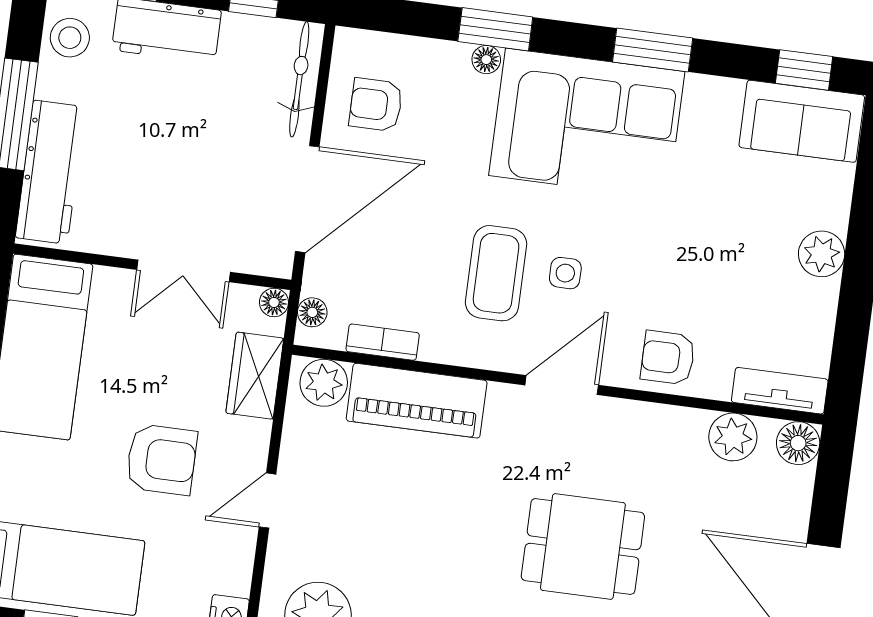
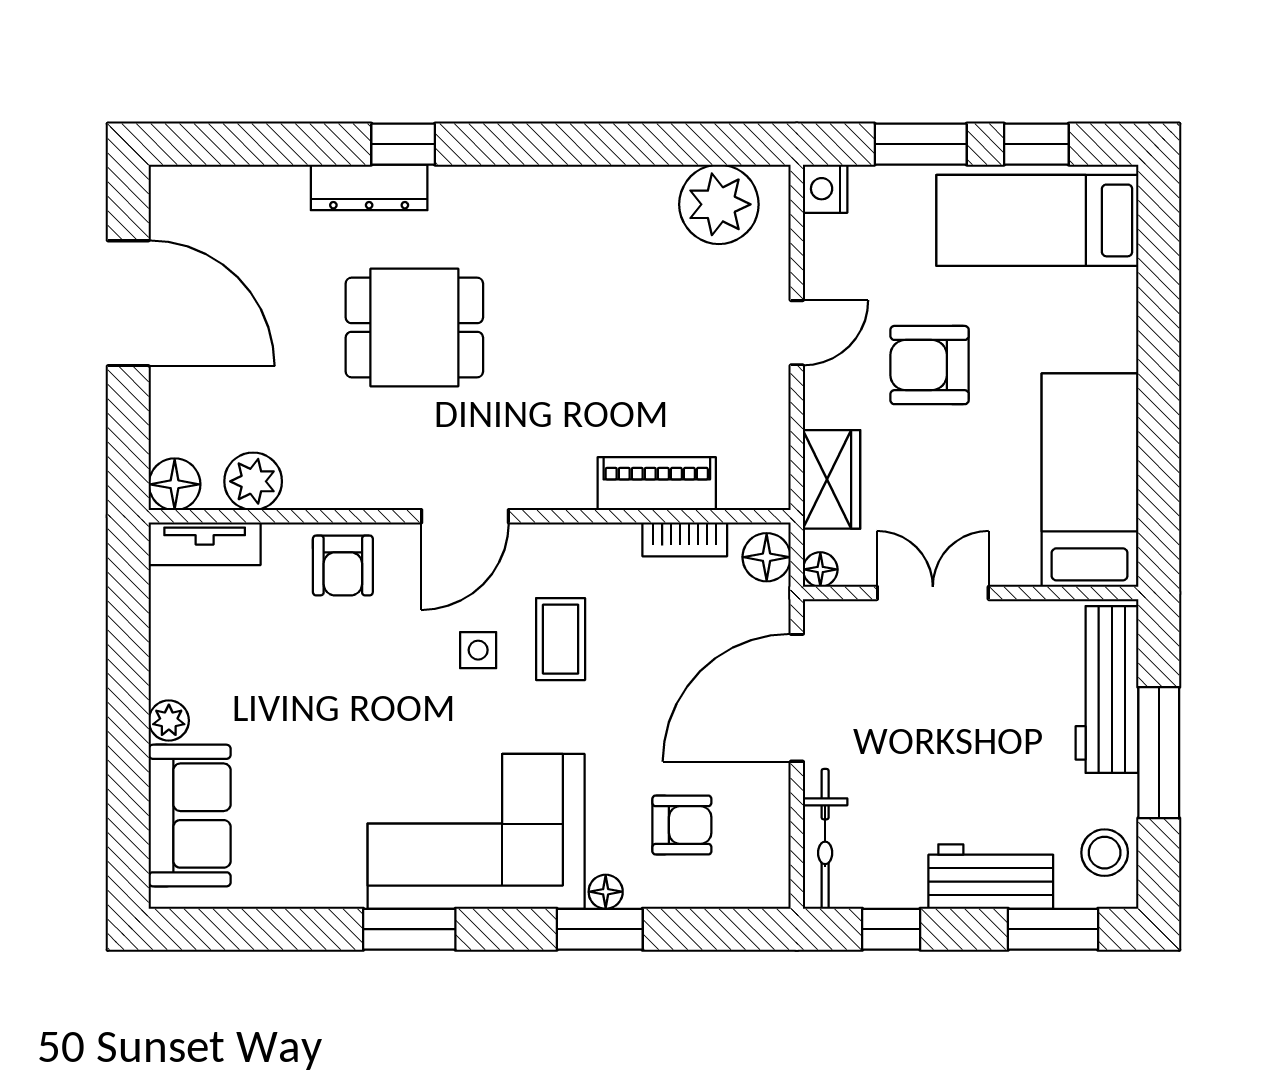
window: (804, 70) -> (226, 929), removed
armchair: (376, 105) -> (682, 825), moved
sofa: (802, 121) -> (190, 816), moved, turned 90
plant: (822, 254) -> (169, 721), width x0.73, depth x0.73
coffee table: (496, 273) -> (561, 639), width x0.73, depth x0.77
floor lamp: (312, 312) -> (767, 557), width x1.37, depth x1.37
armchair: (668, 358) -> (343, 565), turned 90
plant: (324, 383) -> (748, 482), removed
piano: (417, 401) -> (657, 484), width x0.73, depth x0.75

